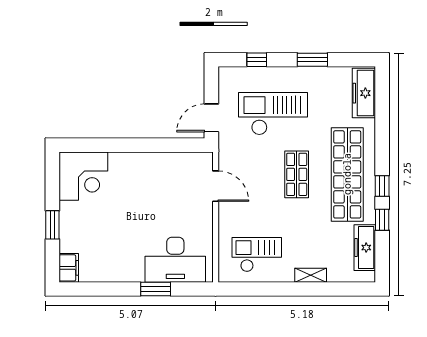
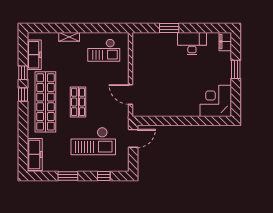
desk: (175, 260) -> (192, 43), moved, width x0.73, depth x0.77

